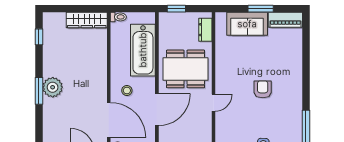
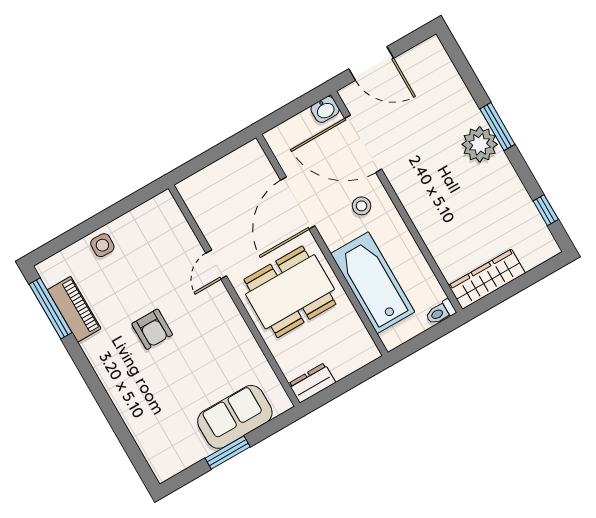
window: (176, 9) -> (358, 377), removed
piano: (285, 20) -> (74, 309), moved, turned 90
dresser: (205, 30) -> (312, 383), moved, turned -90

